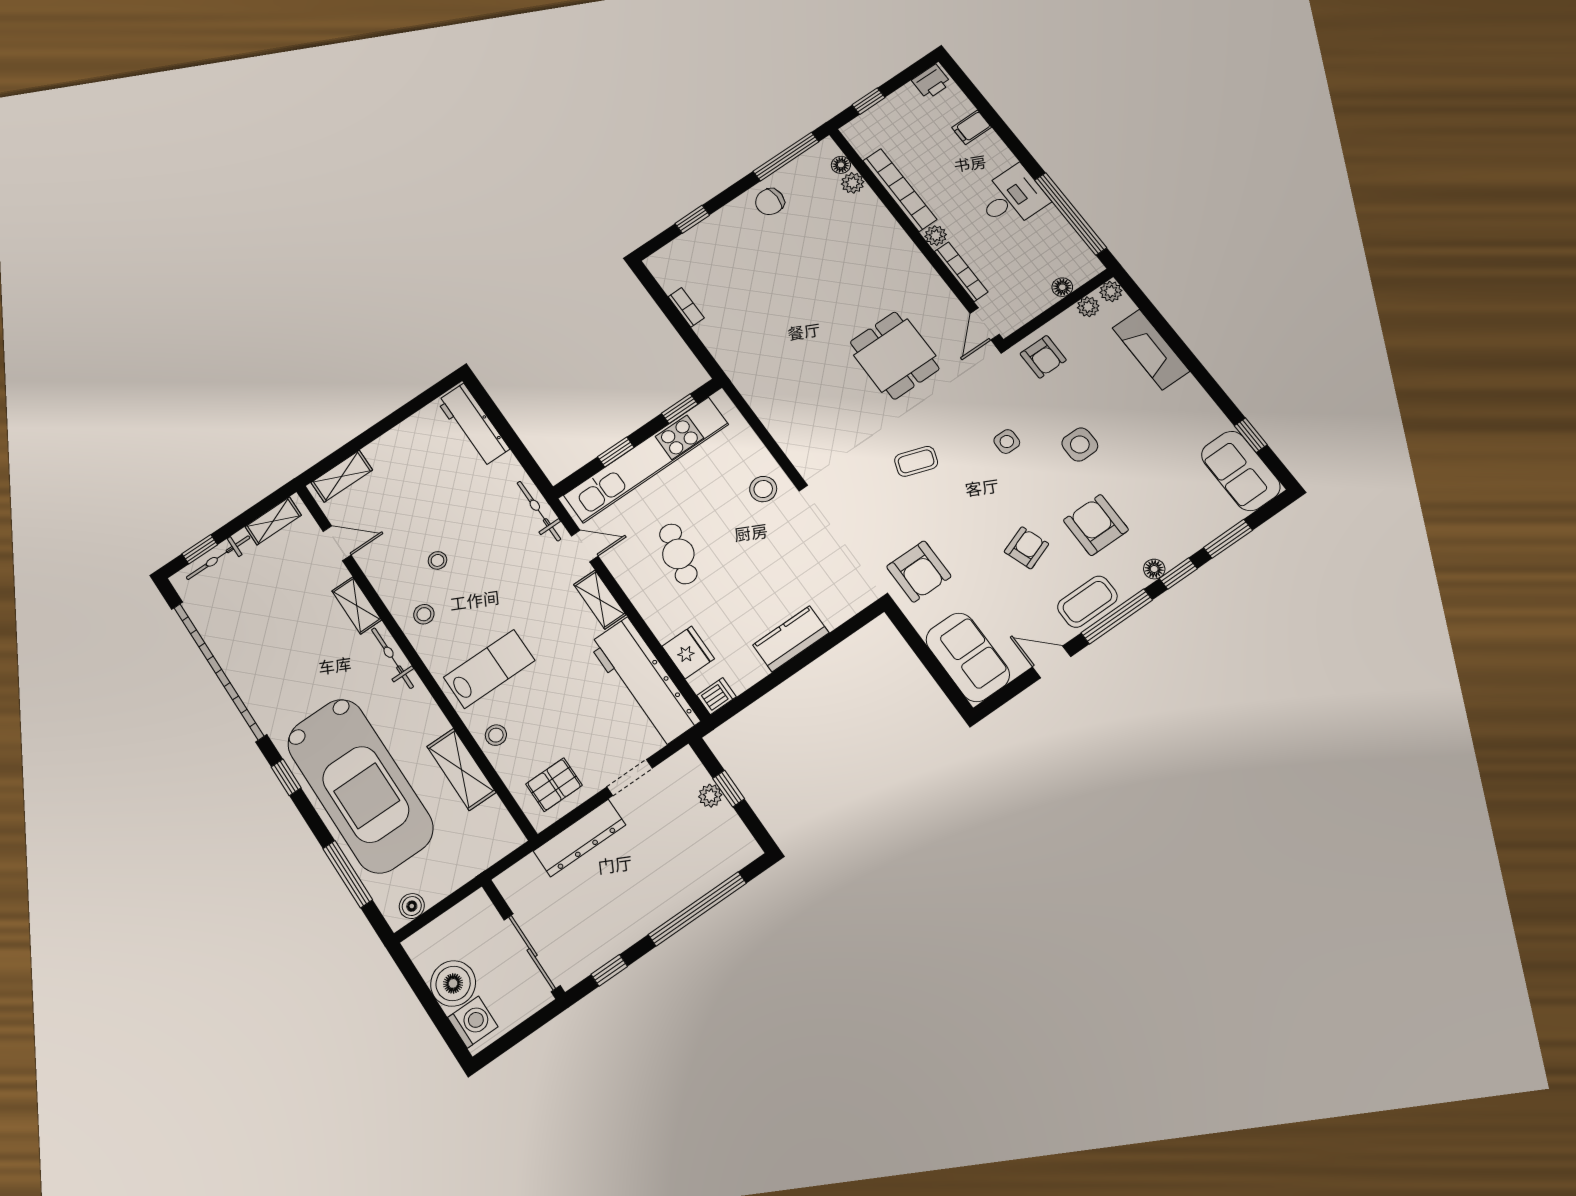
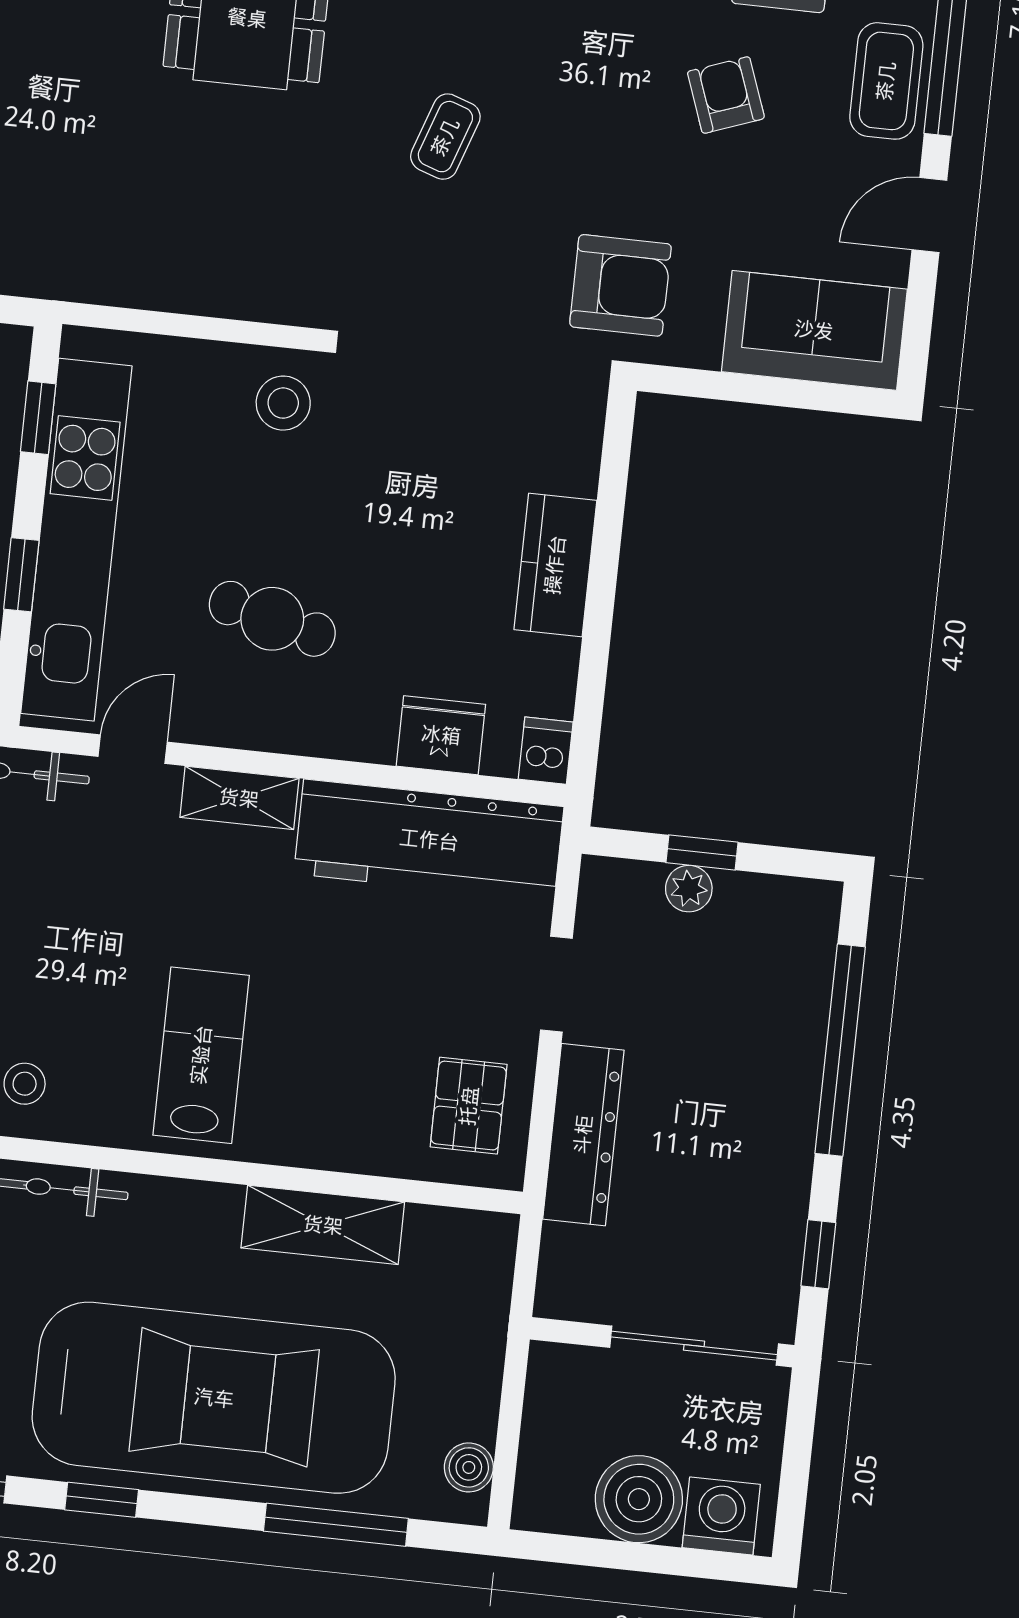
stool: (496, 735) -> (315, 1130), removed

